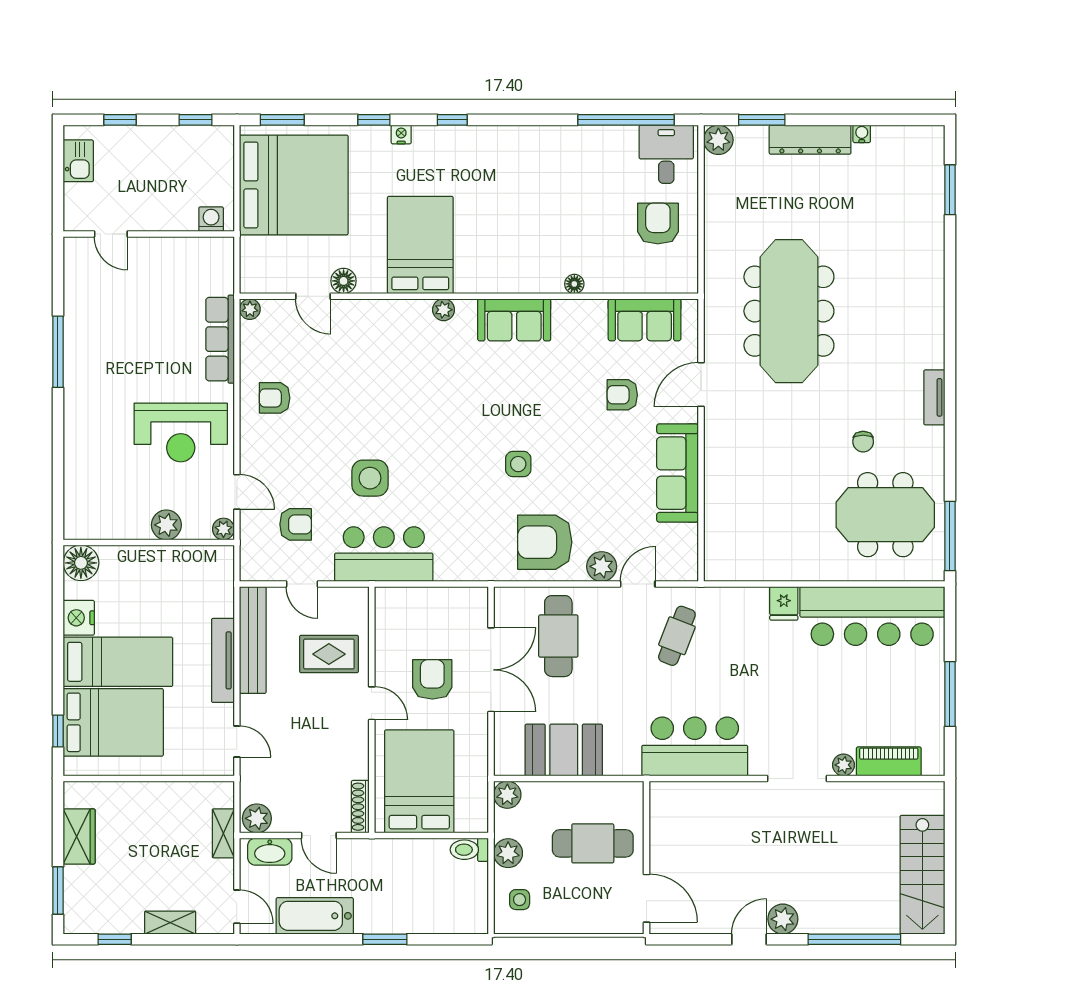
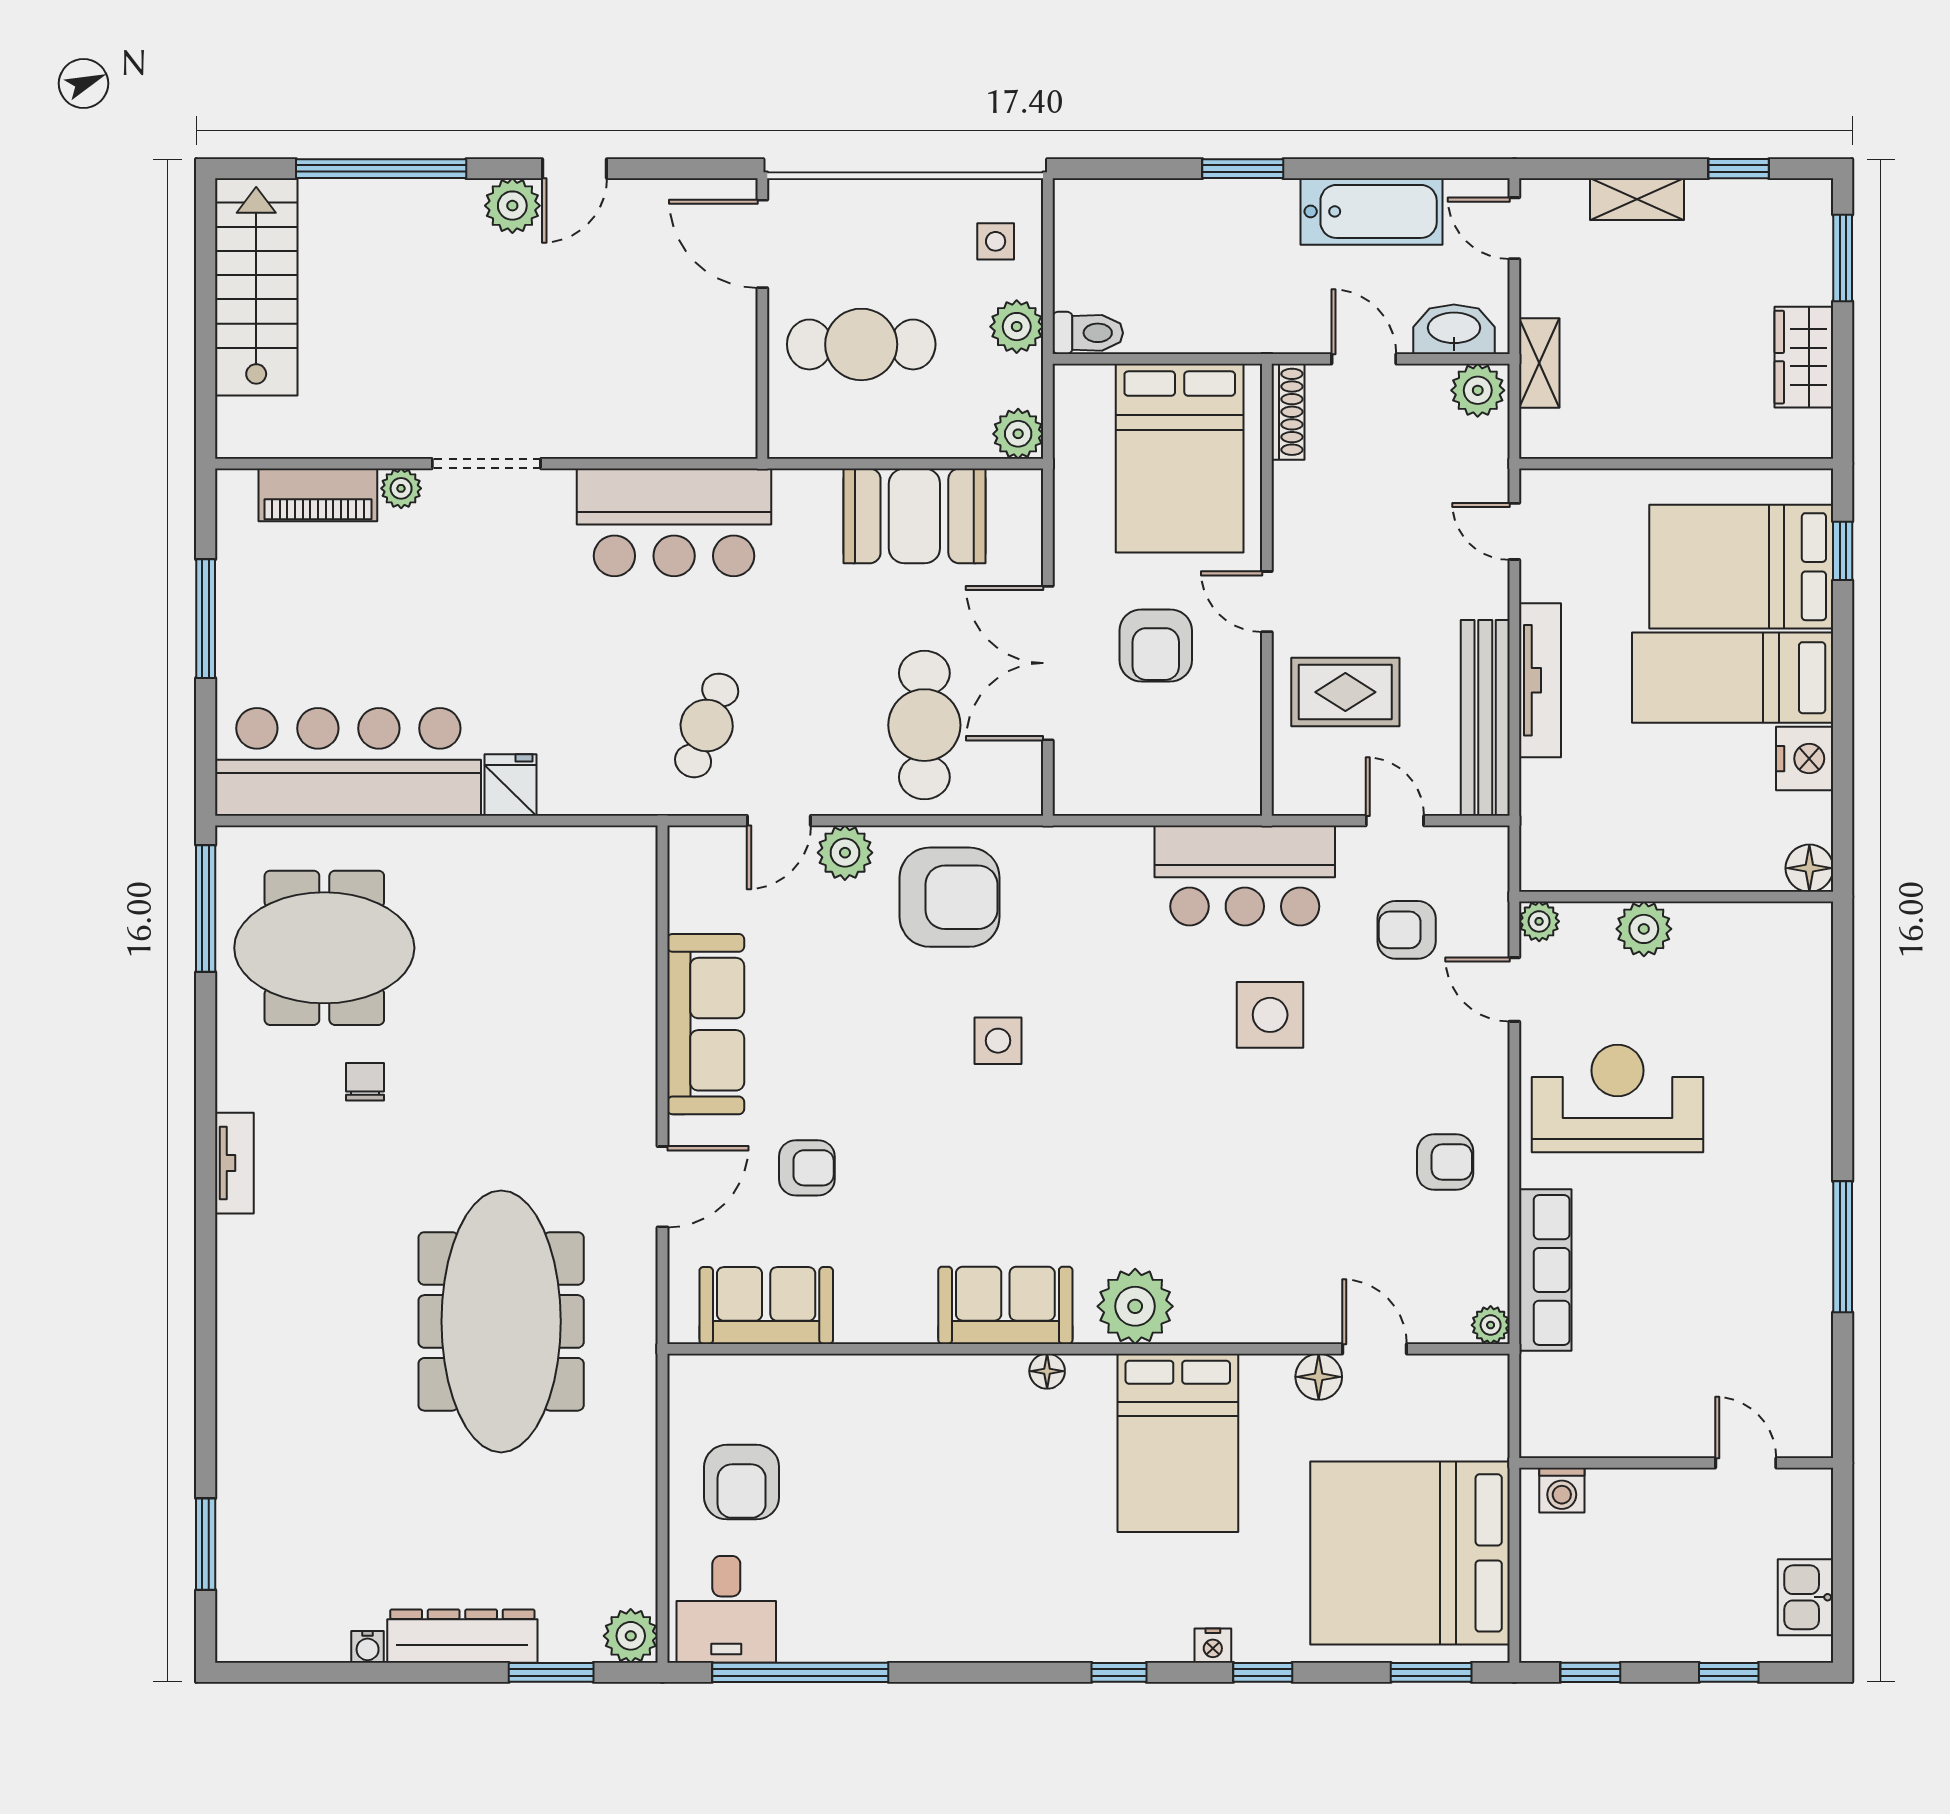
floor lamp: (574, 284) -> (1047, 1371), moved
plant: (444, 310) -> (1135, 1306), width x1.88, depth x1.88
floor lamp: (81, 563) -> (1809, 868), width x0.73, depth x0.73

